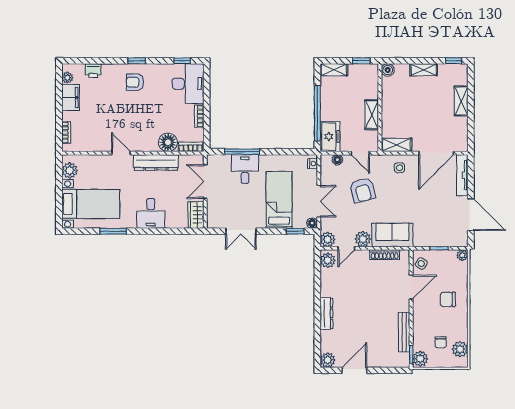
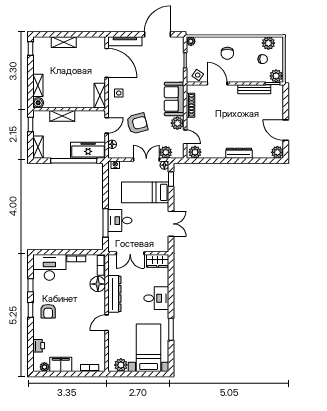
window: (182, 61) -> (31, 285), moved
shelving: (424, 70) -> (38, 85), moved
shelving: (372, 115) -> (62, 116), moved
freezer: (330, 137) -> (88, 150), width x1.40
plant: (328, 239) -> (166, 152), moved

